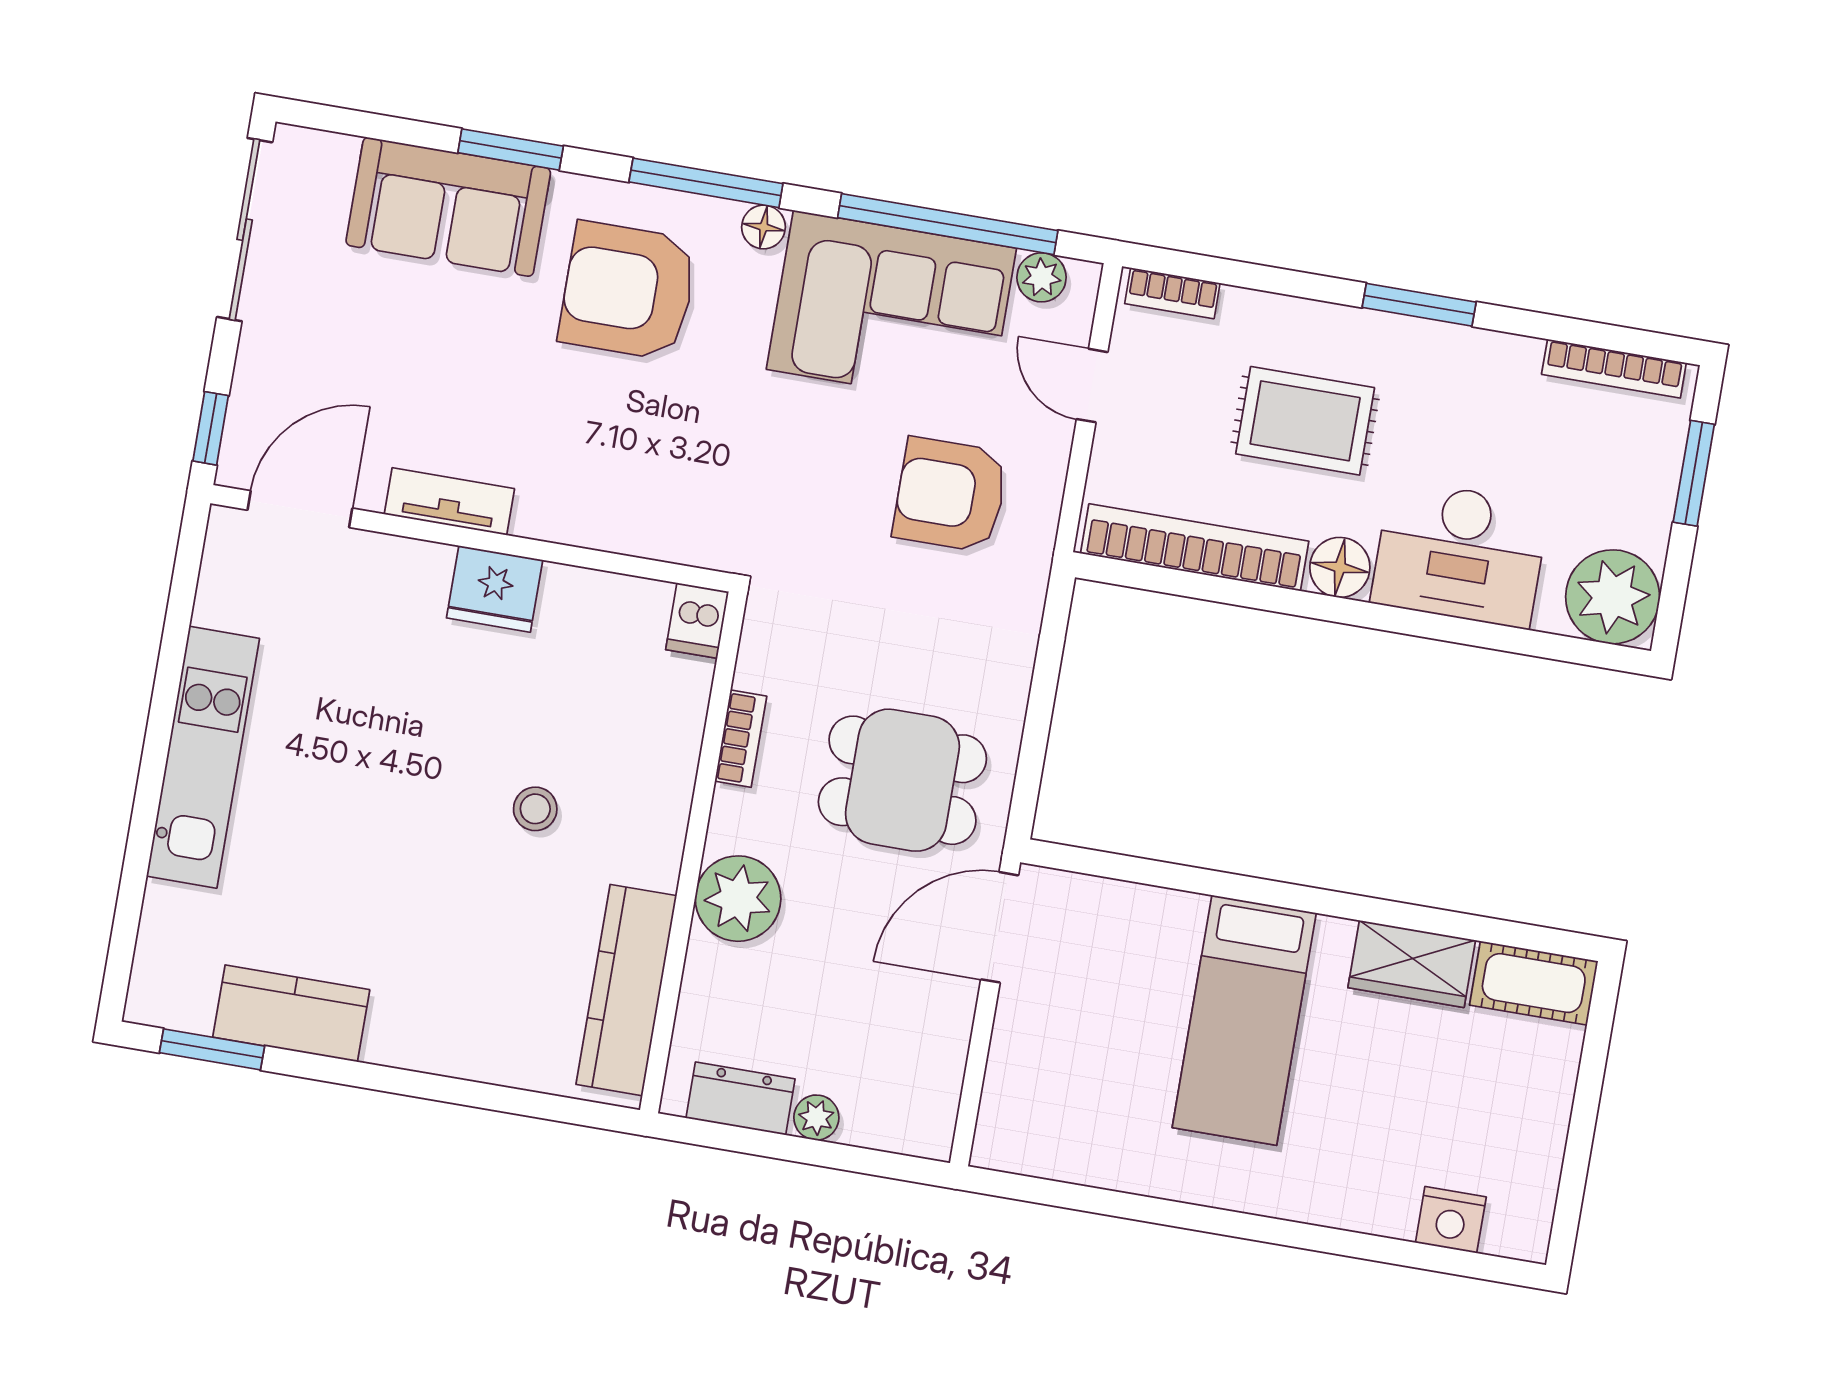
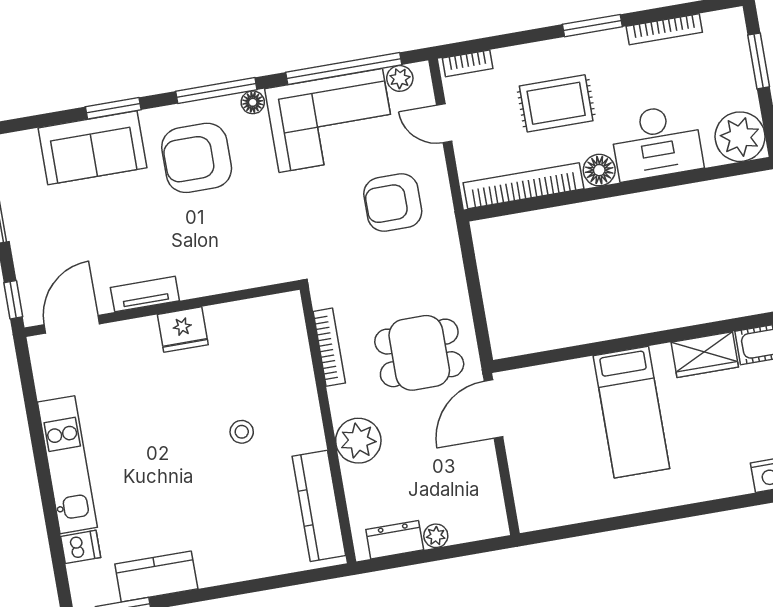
bookcase: (1614, 369) -> (664, 29), moved
dishwasher: (697, 621) -> (81, 547), moved, turned -90
bookcase: (741, 739) -> (329, 347), width x1.56

